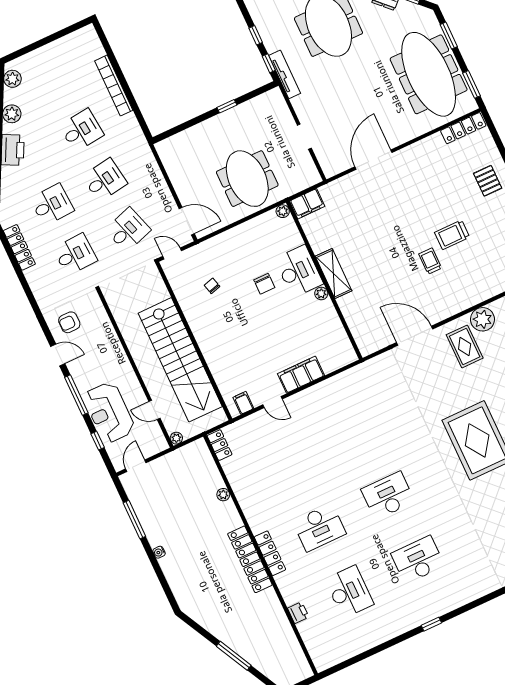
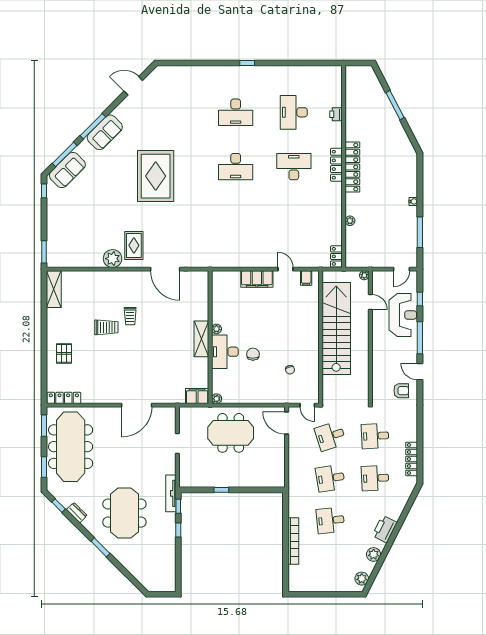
meeting table: (247, 179) -> (231, 433), turned 90

